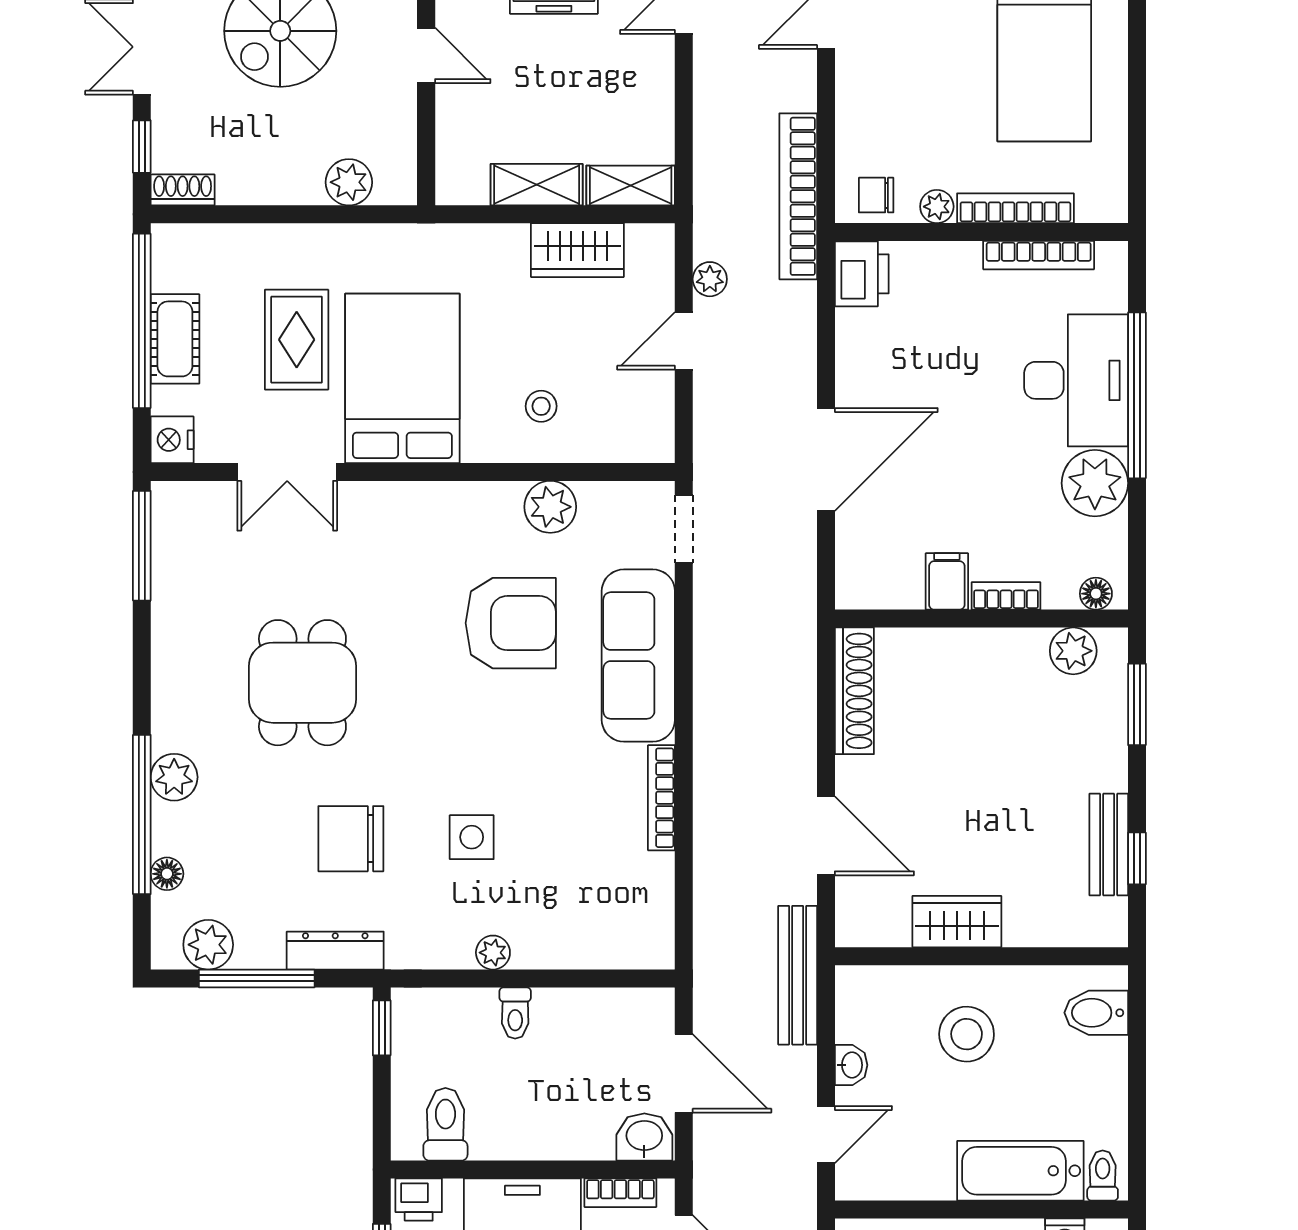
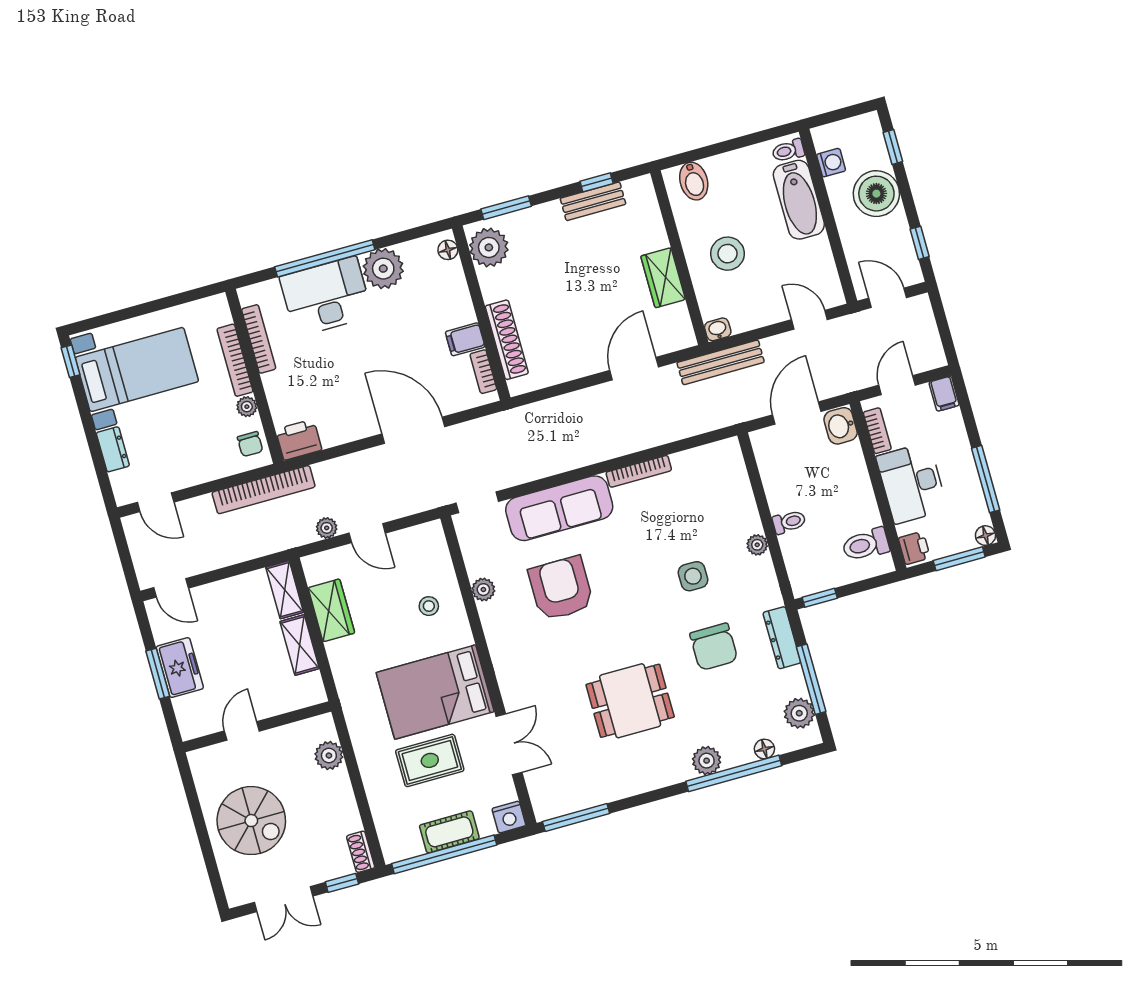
plant: (550, 507) -> (483, 590), width x0.73, depth x0.73
bookcase: (1006, 596) -> (483, 372), moved
plant: (1073, 651) -> (489, 247), width x1.36, depth x1.36
shoe rack: (854, 691) -> (507, 340), moved, turned 90
washbasin: (851, 1065) -> (718, 329), moved

